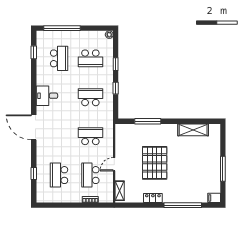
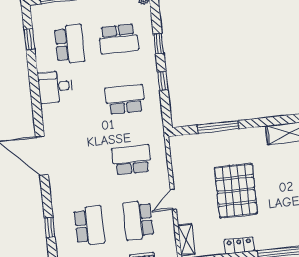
desk: (47, 96) -> (55, 87), moved
school desk: (59, 175) -> (89, 226), turned 180

